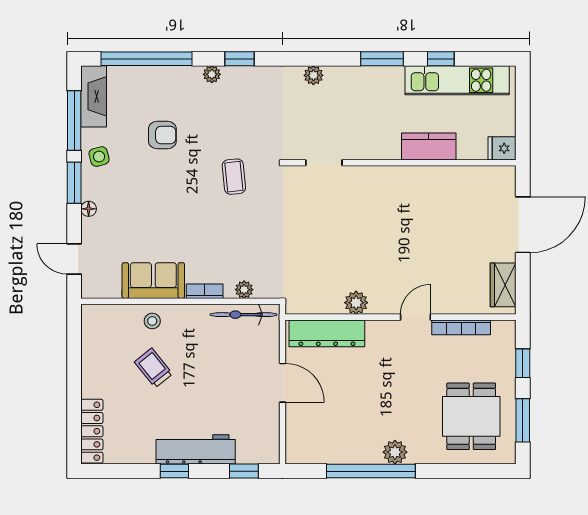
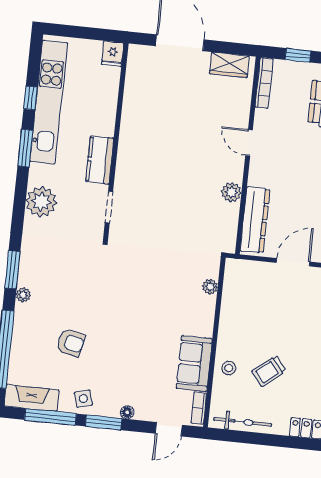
window: (240, 59) -> (12, 270), width x1.50
plant: (313, 75) -> (41, 202), width x1.88, depth x1.88
kitchen unit: (457, 80) -> (49, 102), width x1.36
armchair: (162, 135) -> (71, 343), turned 102
kitchen counter: (429, 146) -> (100, 160), moved
coffee table: (234, 177) -> (113, 285), removed
bookcase: (205, 291) -> (199, 408), moved
bicycle: (243, 315) -> (243, 422), moved, turned -90
bookcase: (461, 327) -> (264, 83), moved

